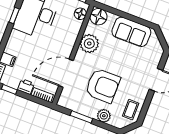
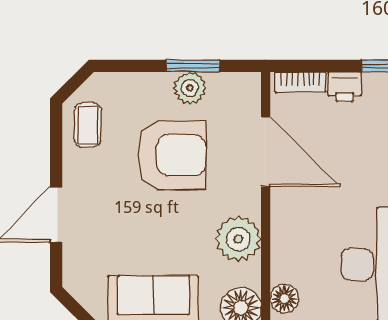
door: (66, 73) -> (266, 152), hinge flipped
armchair: (103, 86) -> (172, 155), turned 180
plant: (104, 116) -> (190, 88), moved

